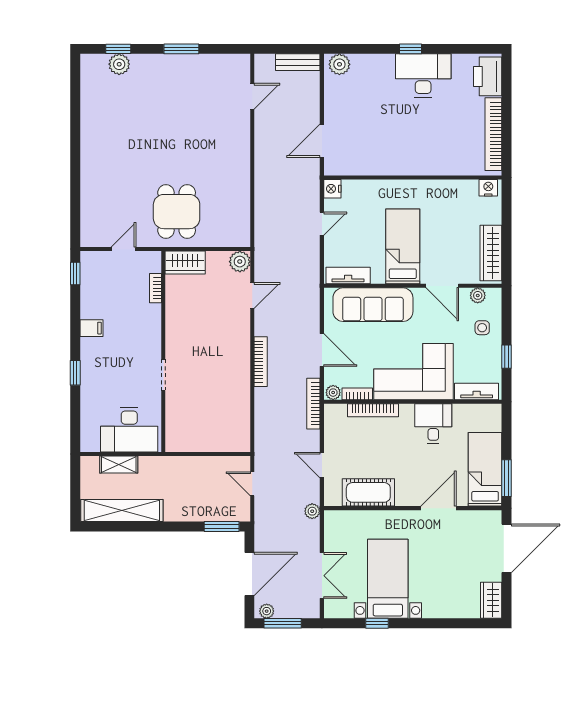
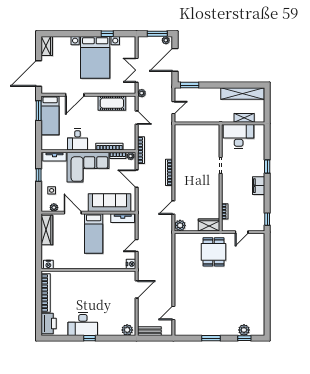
filing cabinet: (92, 328) -> (259, 186), width x2.00
door: (252, 484) -> (173, 108), hinge flipped
double door: (322, 576) -> (137, 70), moved
bed with nightstands: (388, 579) -> (95, 57), width x1.36

